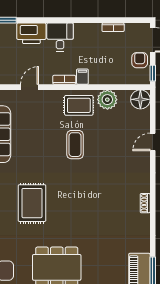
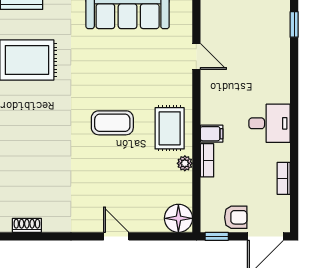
printer: (31, 33) -> (275, 59), removed
desk: (60, 37) -> (269, 123), moved
bookcase: (64, 80) -> (207, 160), moved
plant: (107, 100) -> (185, 163), width x0.53, depth x0.53

